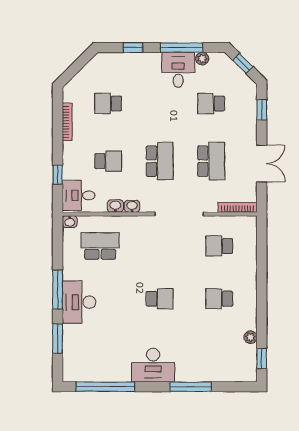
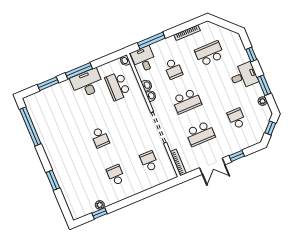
window: (182, 48) -> (264, 85), width x0.69
desk: (178, 70) -> (244, 76), moved
school desk: (108, 104) -> (209, 54), width x1.85
window: (262, 110) -> (237, 156), moved
window: (58, 175) -> (151, 40), width x2.17
school desk: (100, 246) -> (118, 86), turned 180
desk: (79, 302) -> (87, 83), moved
window: (262, 358) -> (99, 213), moved
desk: (153, 365) -> (56, 151), removed
window: (191, 387) -> (53, 180), width x0.69

